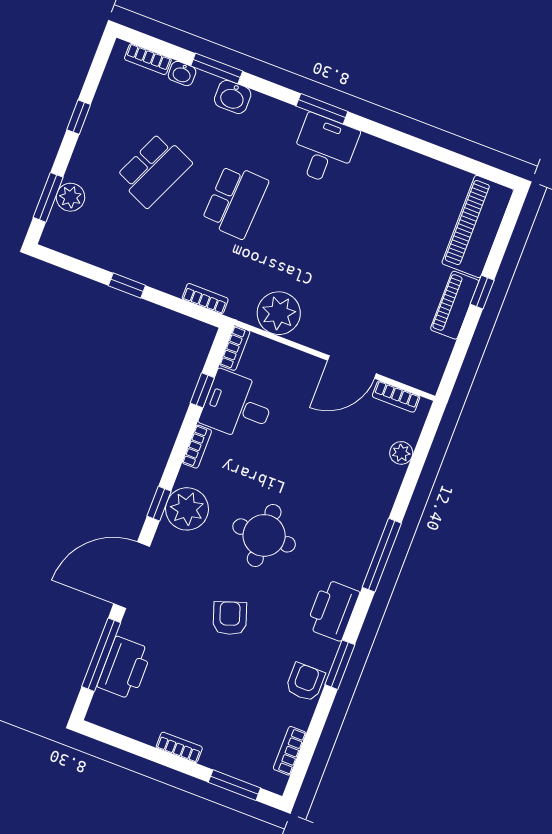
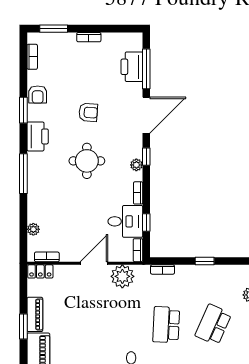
window: (482, 292) -> (23, 326), width x1.50
door: (352, 367) -> (94, 263), moved
locker: (417, 376) -> (40, 271), added
plant: (187, 509) -> (136, 165), width x0.53, depth x0.53
armchair: (230, 618) -> (88, 112), turned -67

